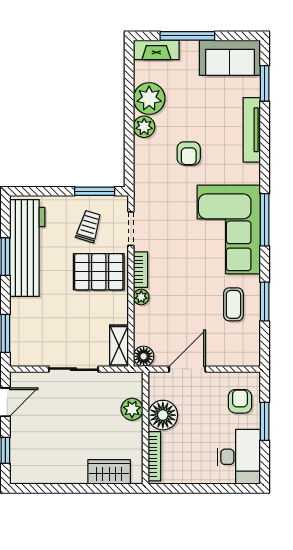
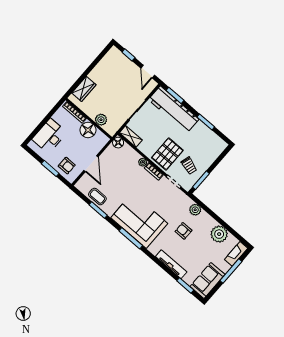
plant: (144, 127) -> (195, 210), moved
workbench: (27, 248) -> (174, 109), moved
coffee table: (233, 304) -> (97, 197), moved
door: (187, 369) -> (91, 164), moved
desk: (239, 457) -> (50, 136), moved, turned 90

